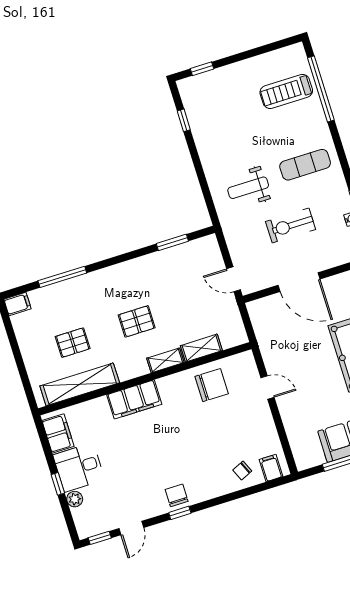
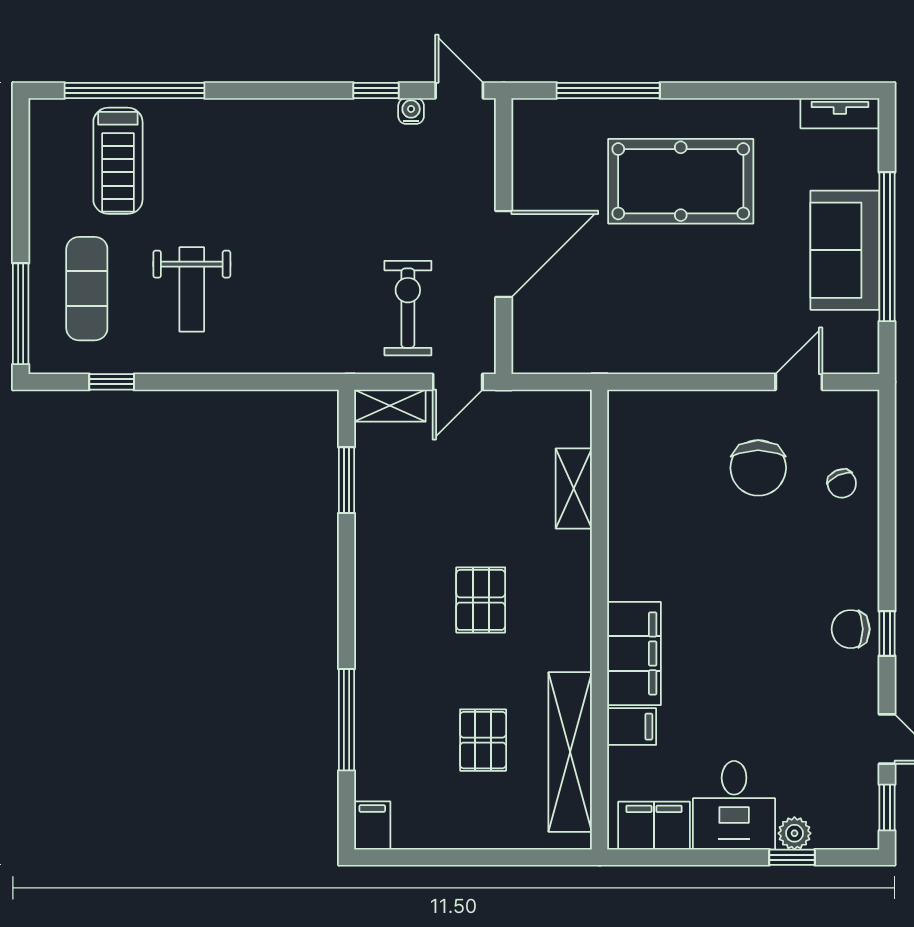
window: (202, 69) -> (21, 314), width x2.17
exercise mat: (305, 165) -> (87, 289), moved
weight bench: (248, 188) -> (192, 289), moved
exercise bike: (291, 225) -> (408, 308), moved, turned 180
shelving: (165, 360) -> (390, 406), moved, turned 90
chair: (212, 385) -> (758, 468), moved, turned 180
door: (267, 387) -> (799, 382), moved
filing cabinet: (271, 468) -> (632, 727), moved, turned 180
window: (58, 484) -> (792, 857), moved

